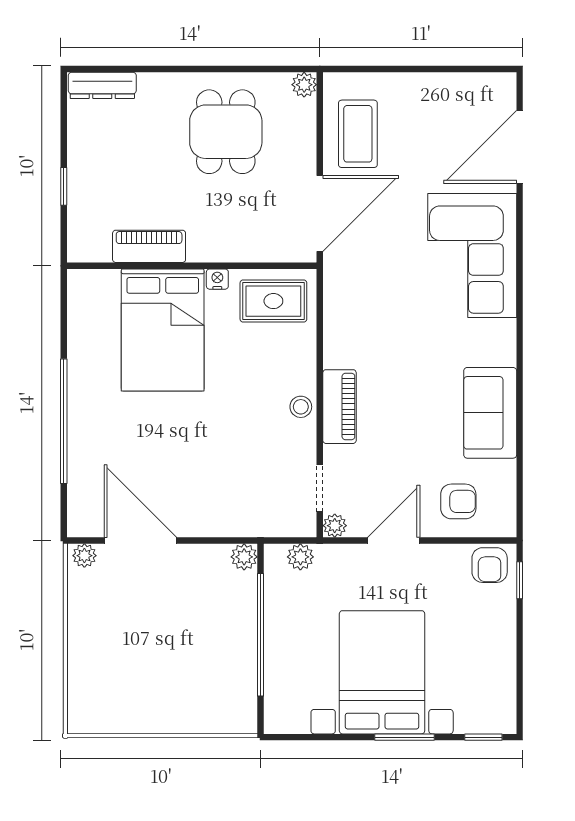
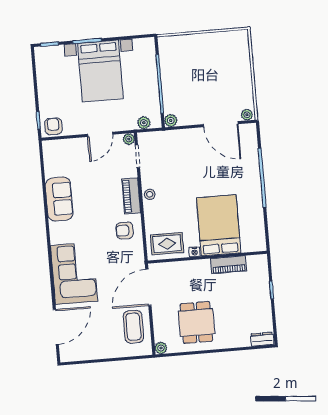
dresser: (102, 85) -> (262, 339), width x0.70
armchair: (458, 501) -> (125, 230), moved

